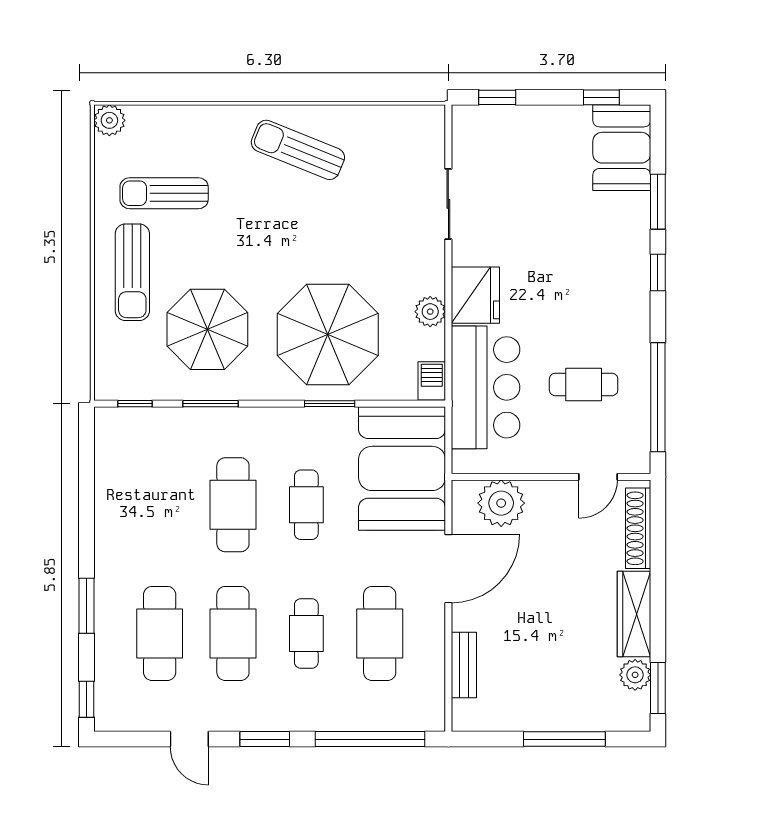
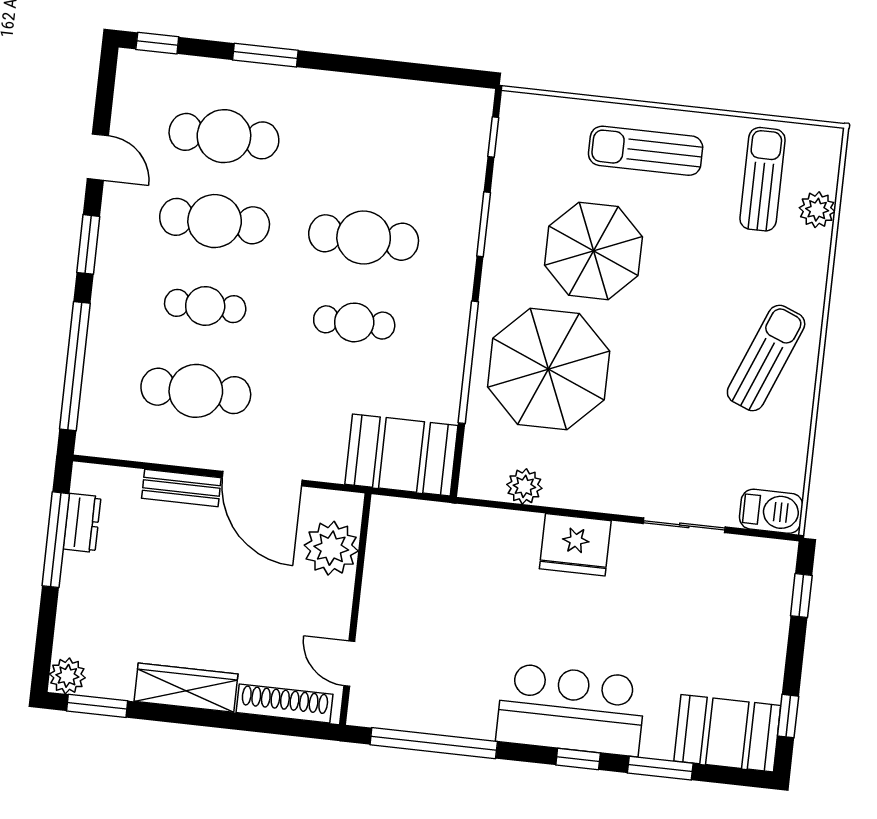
plant: (109, 120) -> (817, 210), moved
sun lounger: (164, 193) -> (763, 179), moved
plant: (430, 312) -> (524, 486), moved
parasol: (207, 329) -> (593, 251), moved
barbecue: (432, 381) -> (771, 511), moved, width x1.38, depth x1.27
cafe table: (584, 384) -> (458, 659), removed
bar counter: (486, 387) -> (571, 710), moved, turned 180
window: (330, 404) -> (468, 362), width x2.11
booth: (402, 468) -> (401, 455), width x0.73, depth x0.70
bench: (464, 665) -> (181, 488), moved
plant: (635, 675) -> (67, 676), moved
dresser: (503, 718) -> (82, 523), added
door: (189, 739) -> (98, 157), swing flipped
window: (564, 739) -> (56, 540), moved

